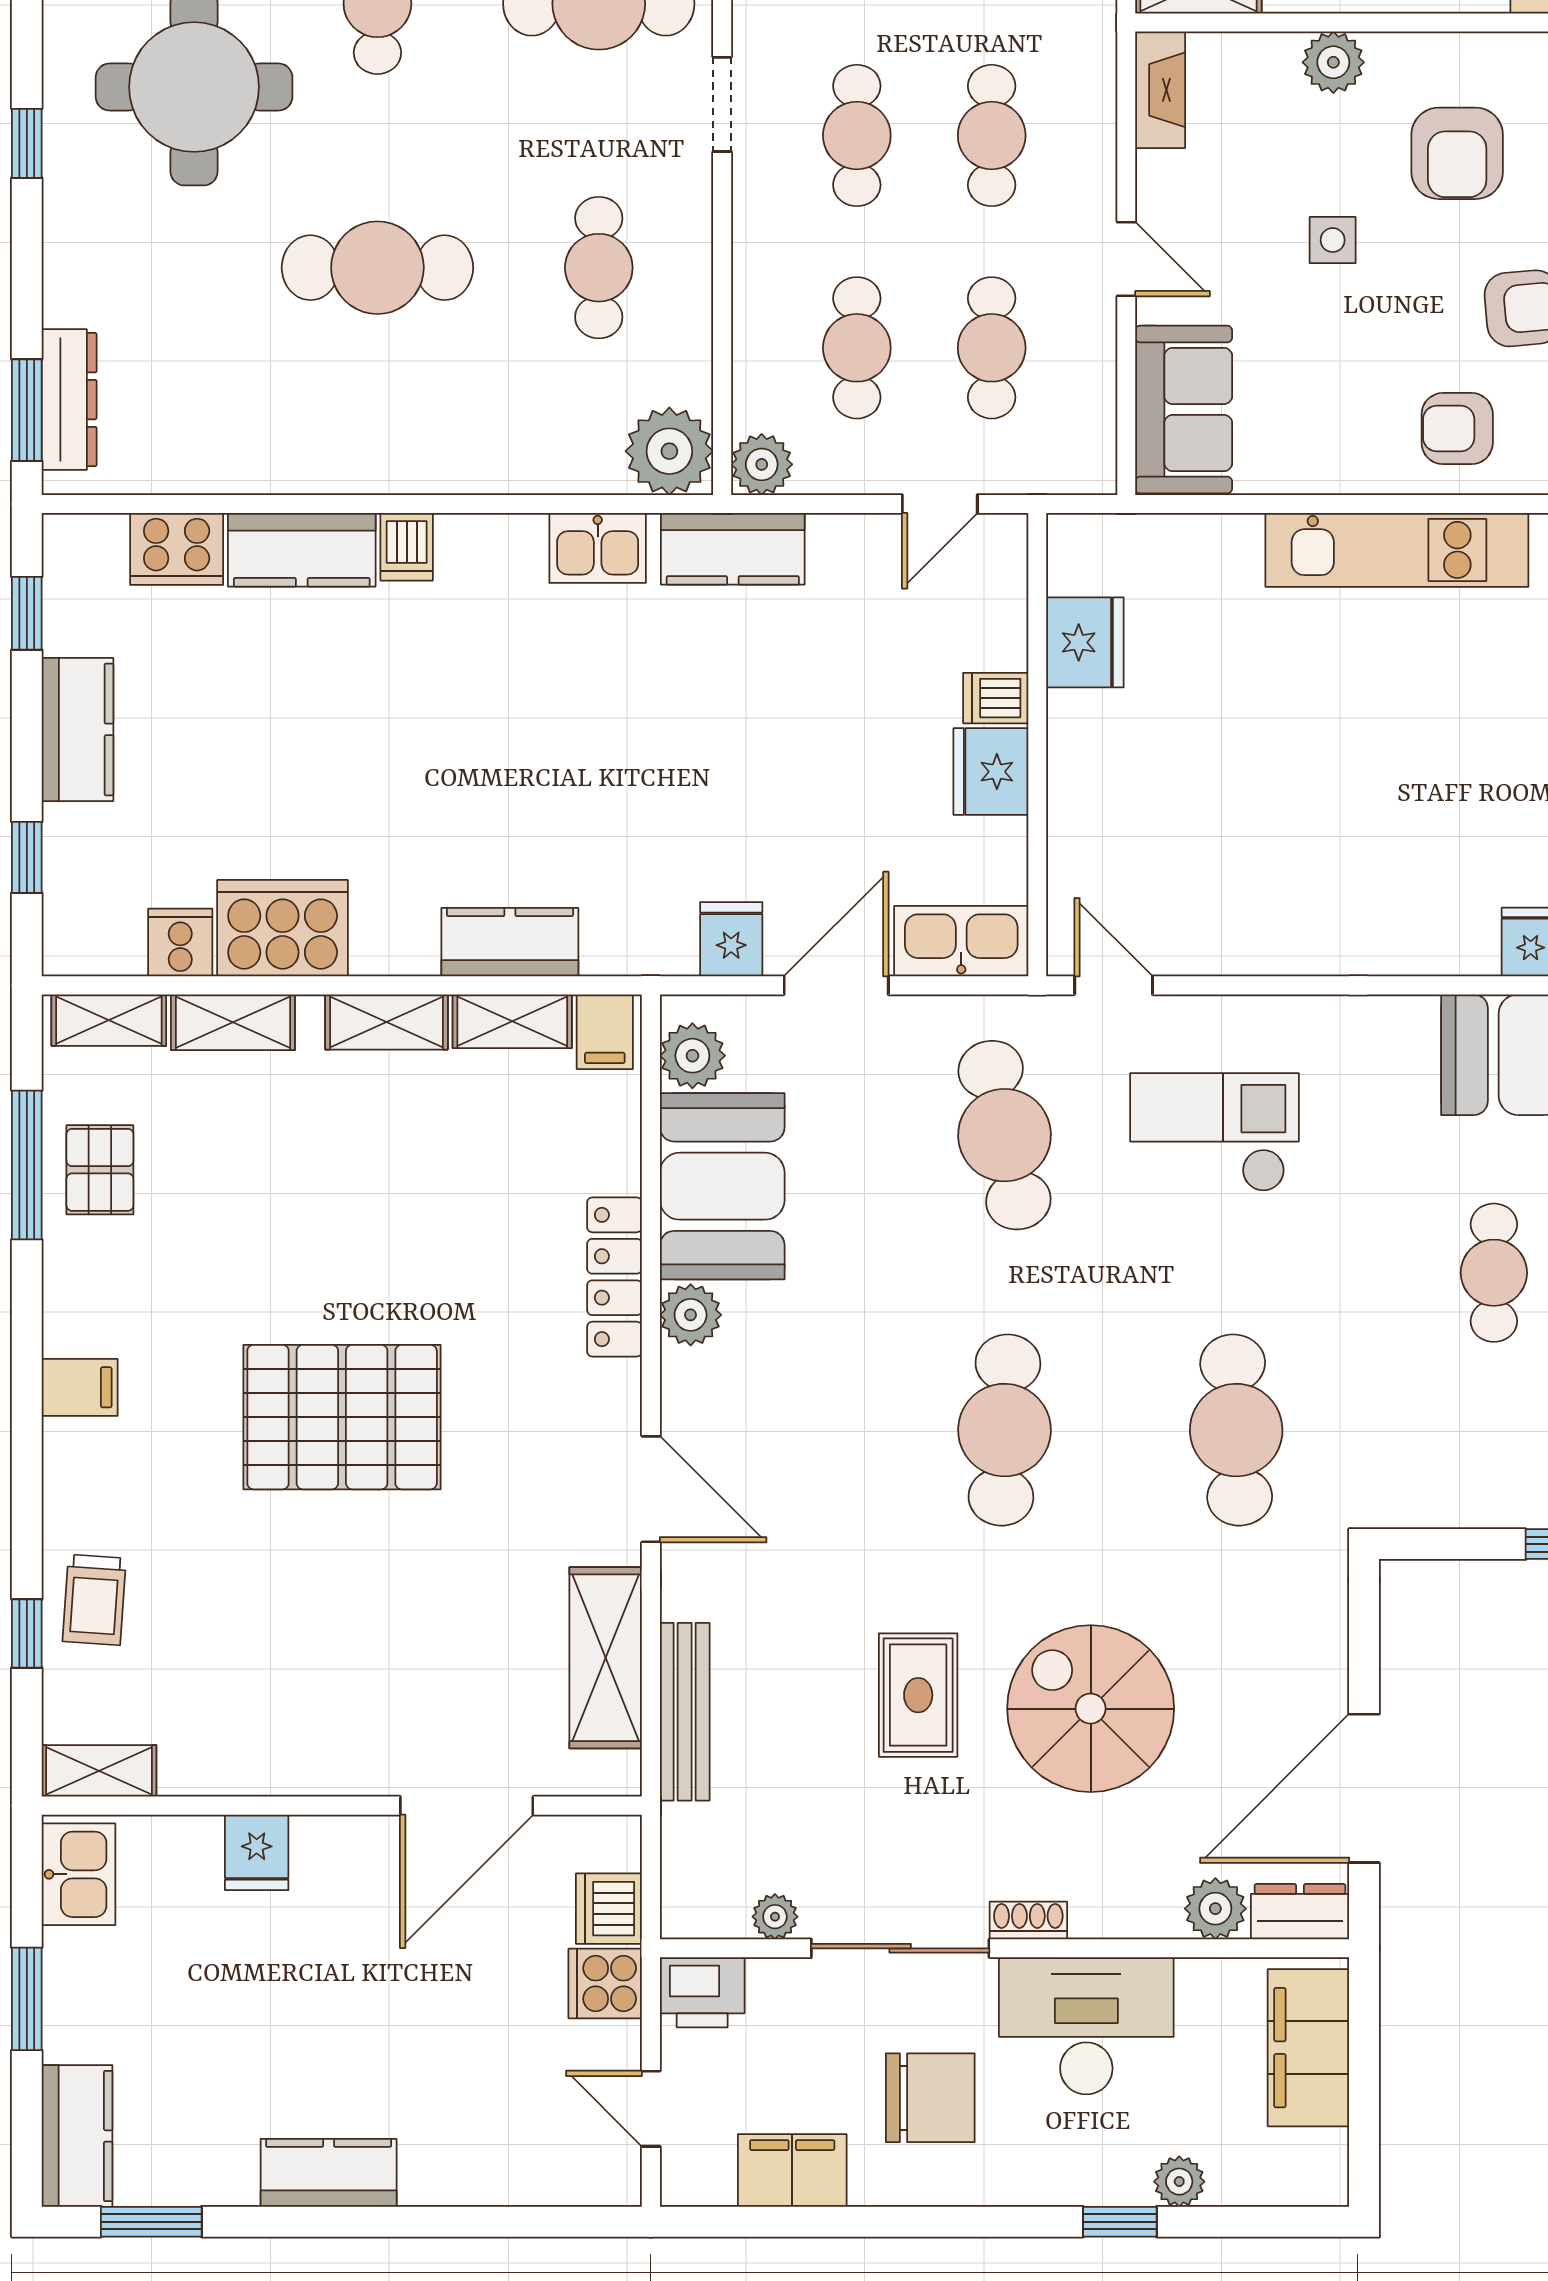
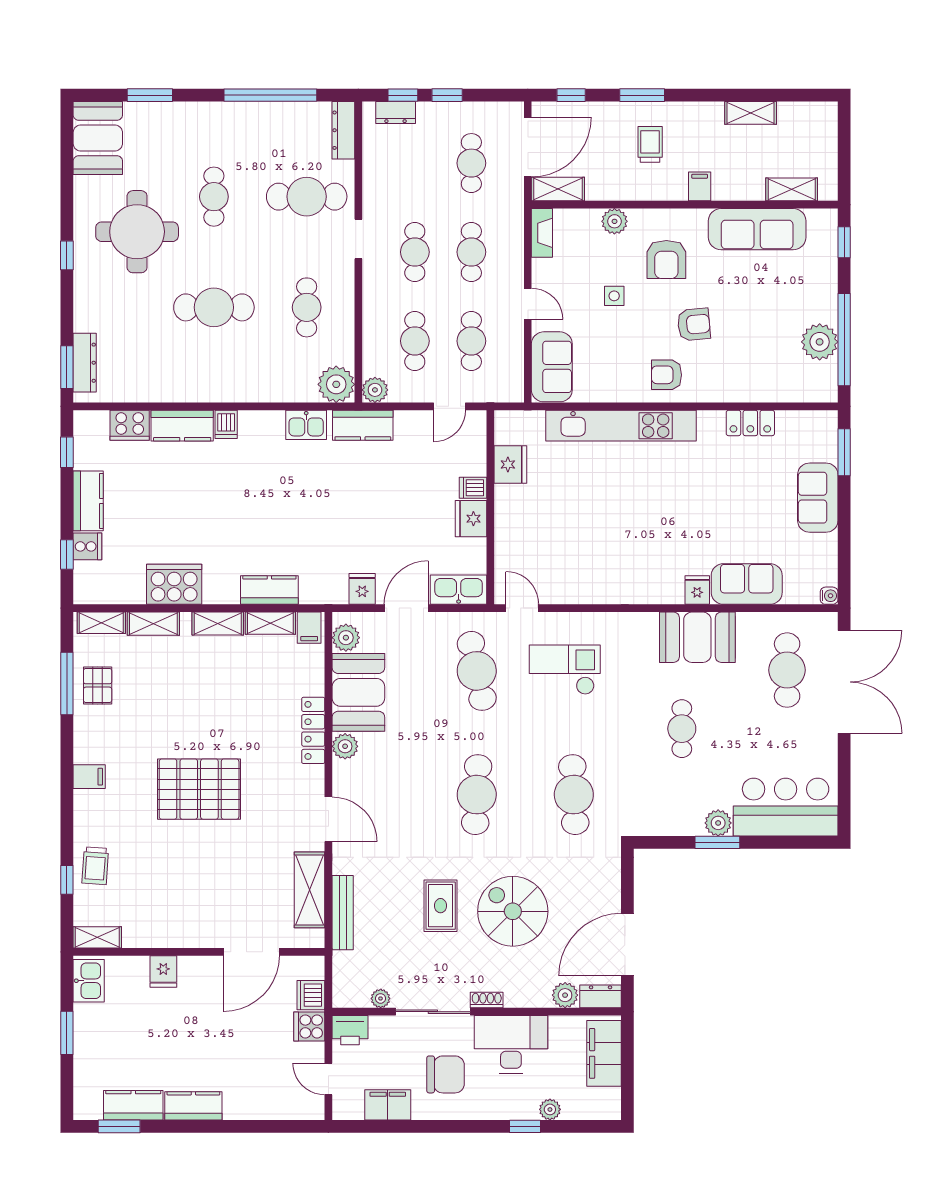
kitchen unit: (1397, 550) -> (621, 426), width x1.36
cooker: (180, 943) -> (87, 546), moved, turned 90
kitchen counter: (77, 2136) -> (133, 1105), moved, turned -90

